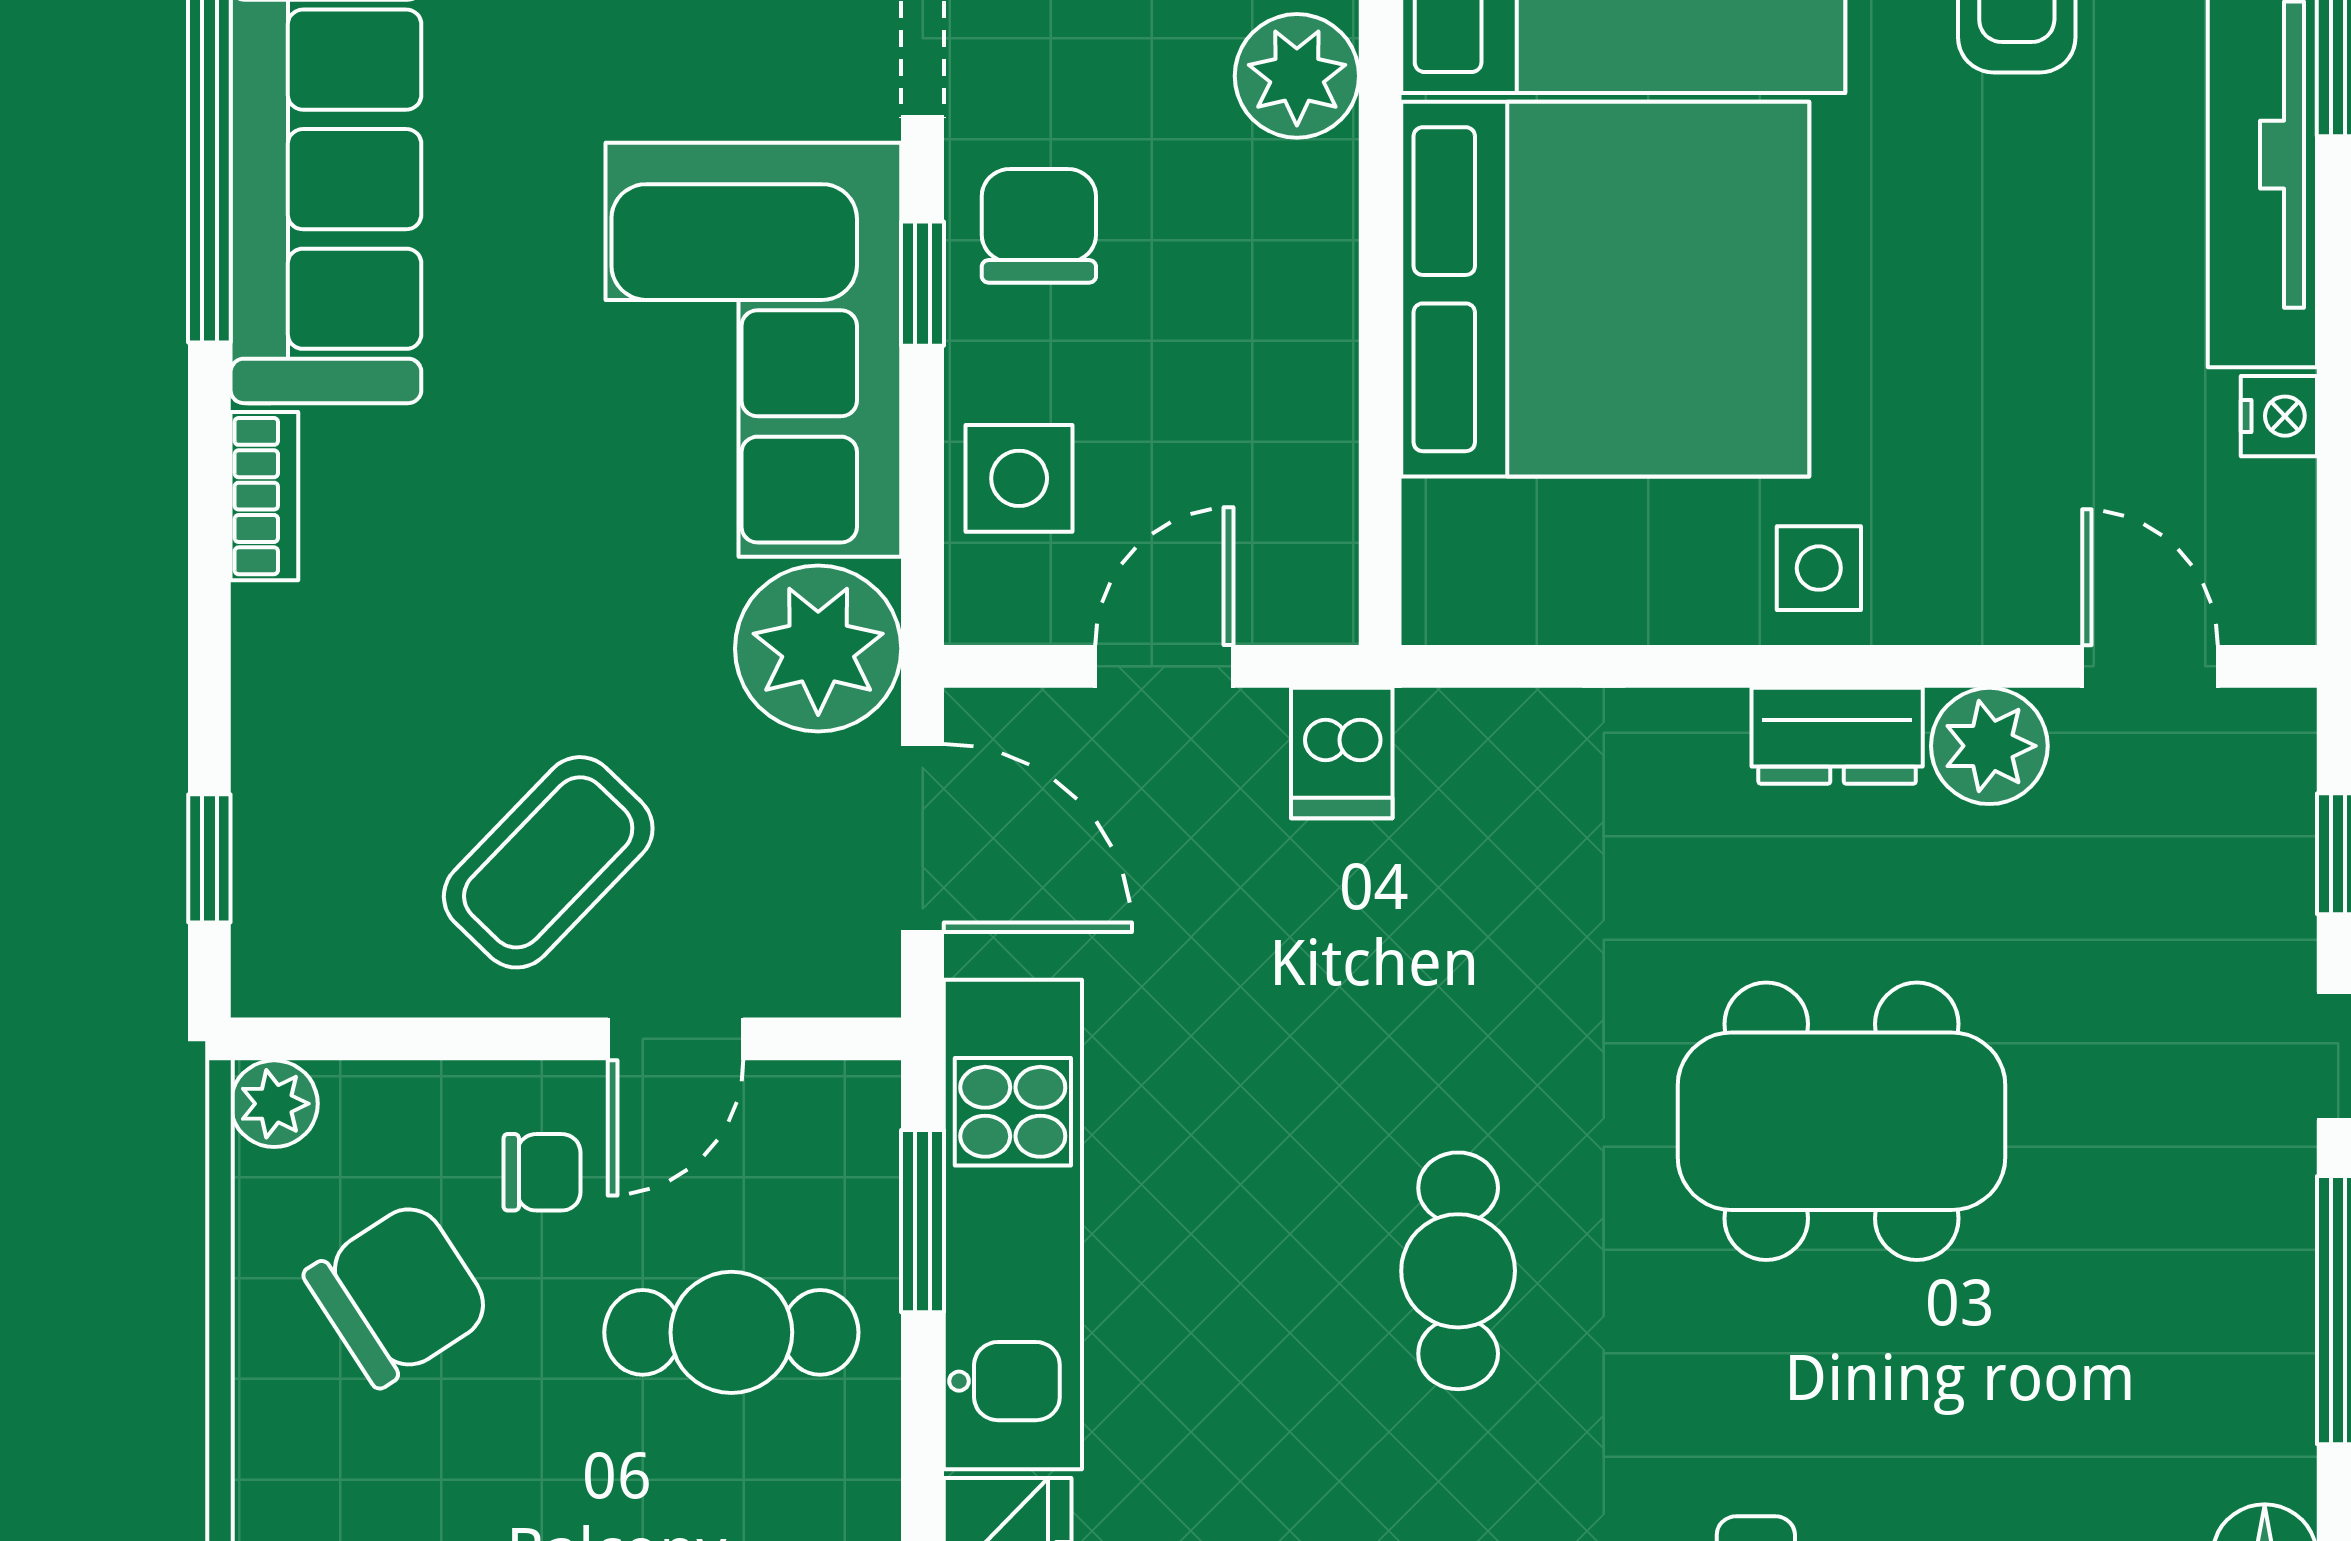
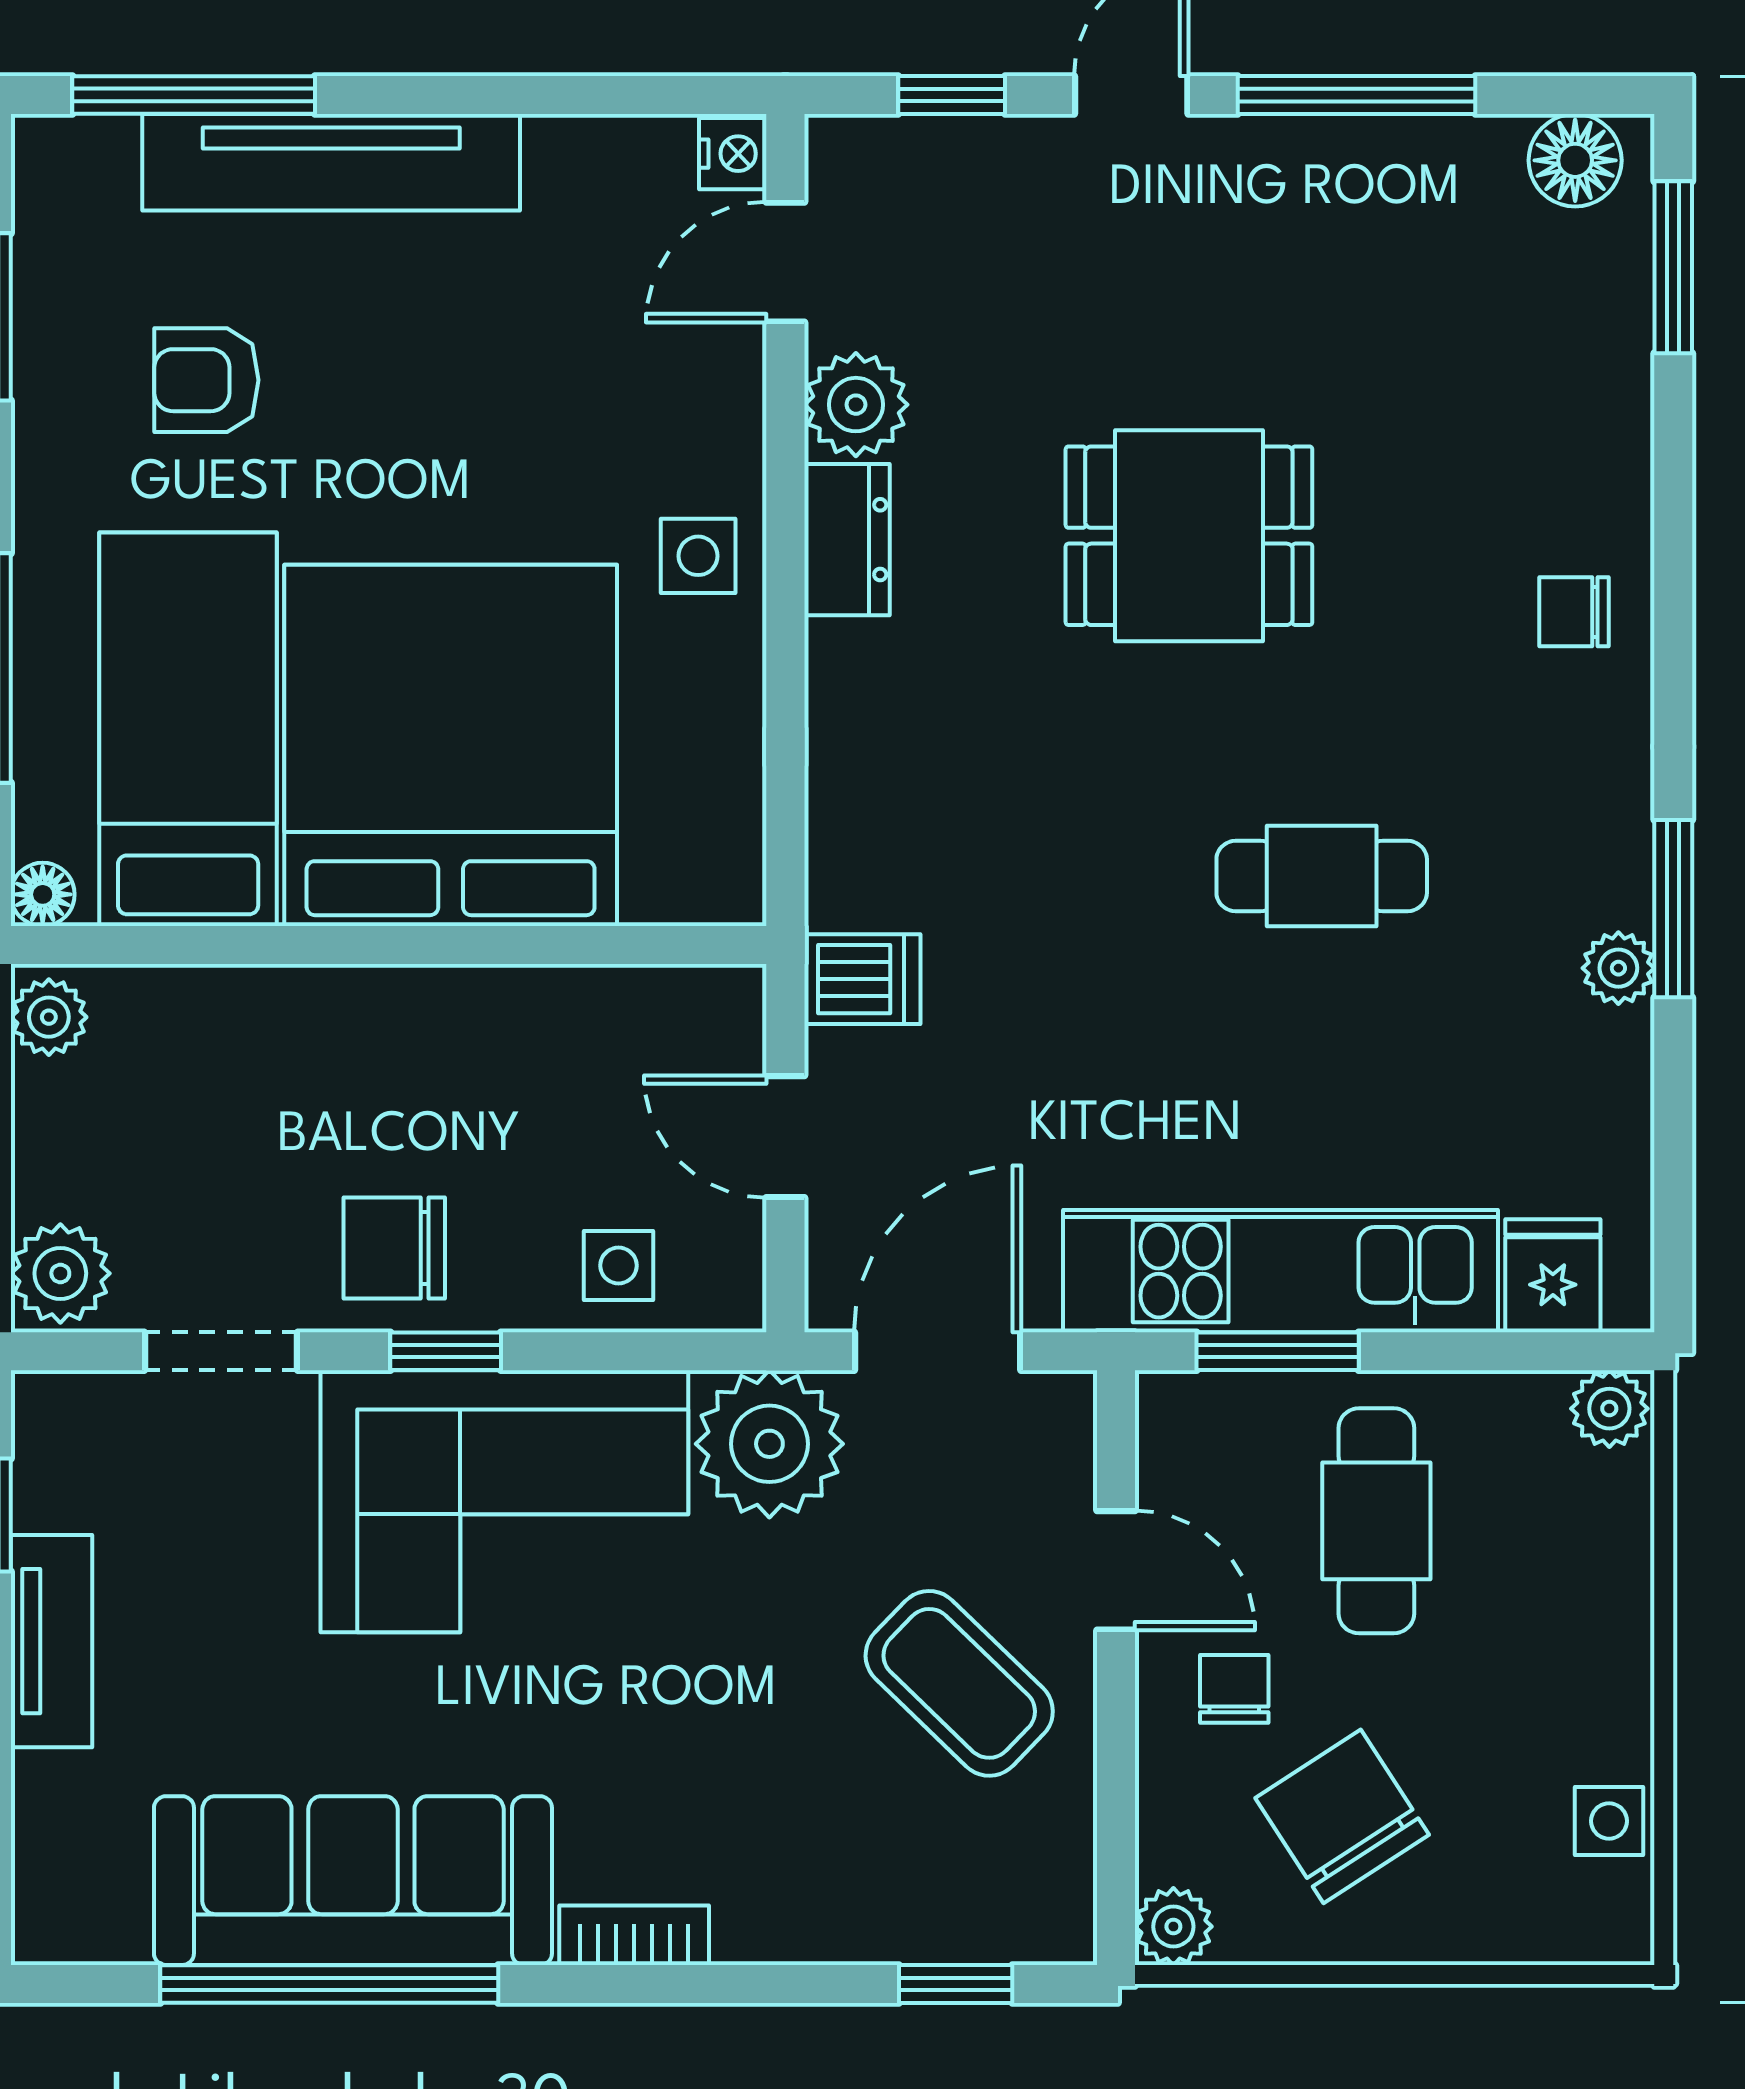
plant: (1297, 76) -> (261, 1019), removed
nightstand: (2279, 416) -> (733, 154), moved, turned 90
side table: (1019, 478) -> (618, 1266), width x0.73, depth x0.73
dining table: (1842, 1121) -> (1189, 536), width x0.73

